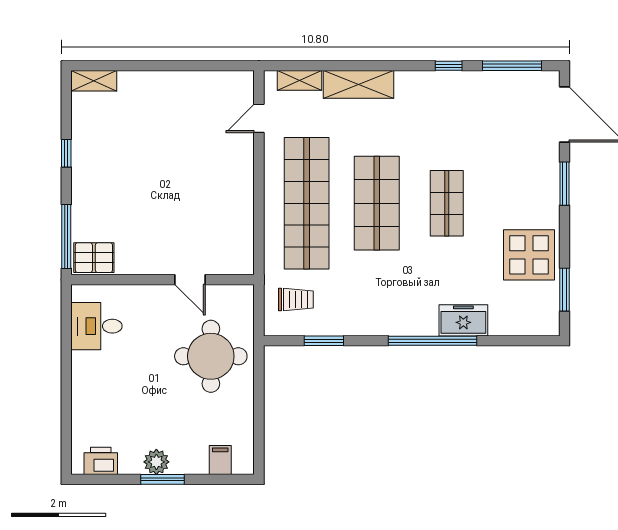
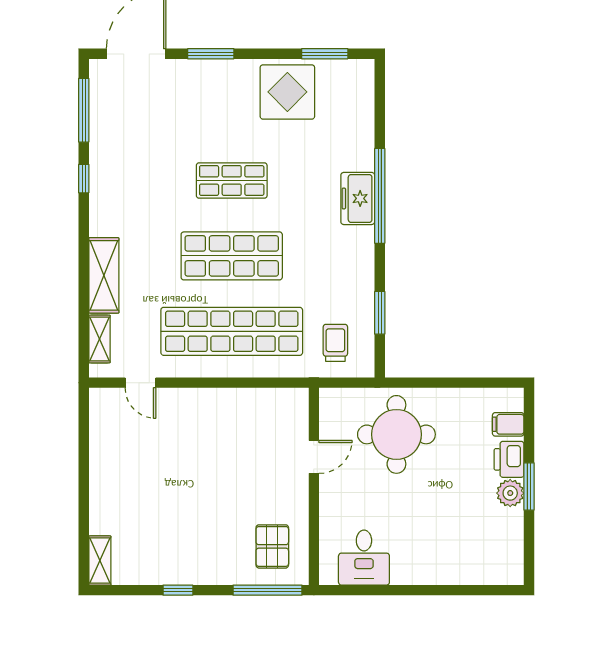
pallet: (94, 258) -> (272, 546), moved
freezer: (463, 320) -> (358, 198), moved
printer: (101, 461) -> (509, 459), moved

